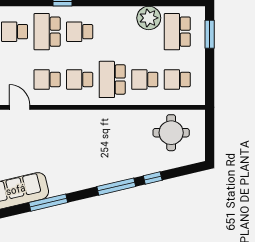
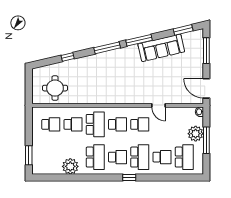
school desk: (177, 32) -> (95, 157), moved
window: (116, 187) -> (107, 48), moved

